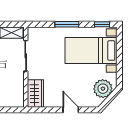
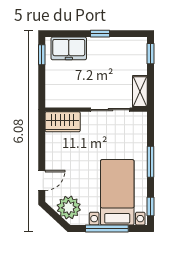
window: (119, 59) -> (107, 228), added
door: (71, 110) -> (42, 180), moved

